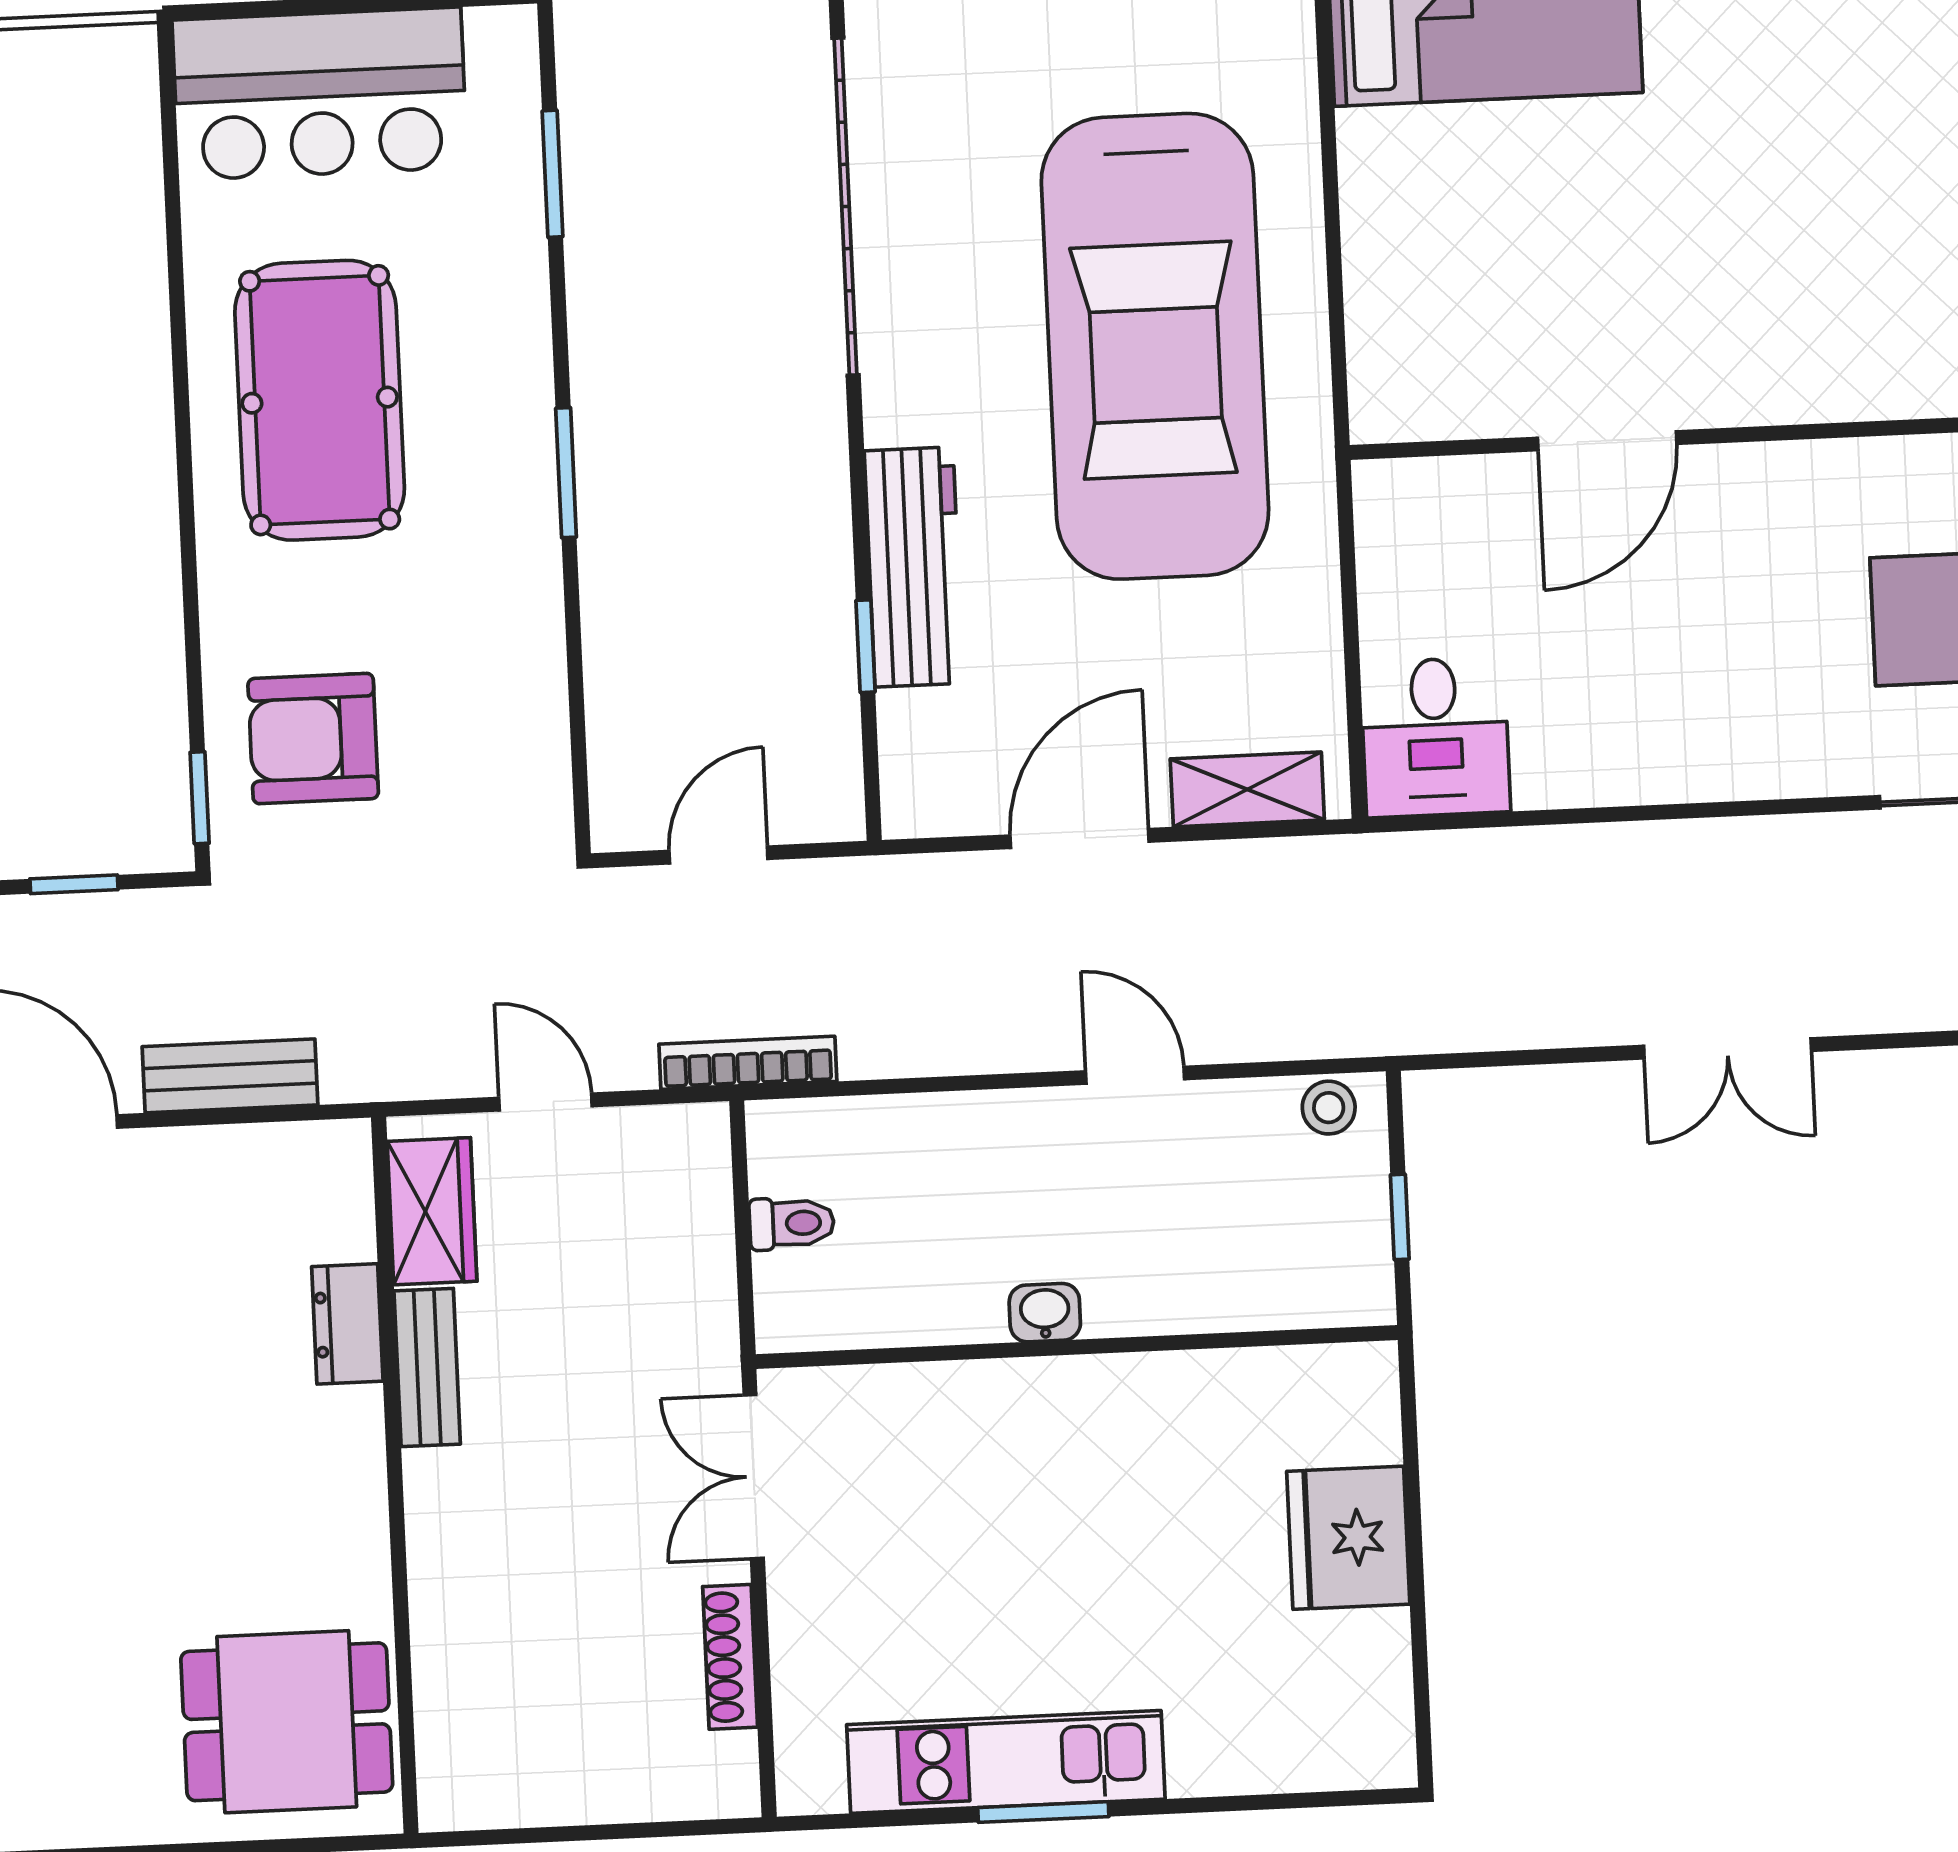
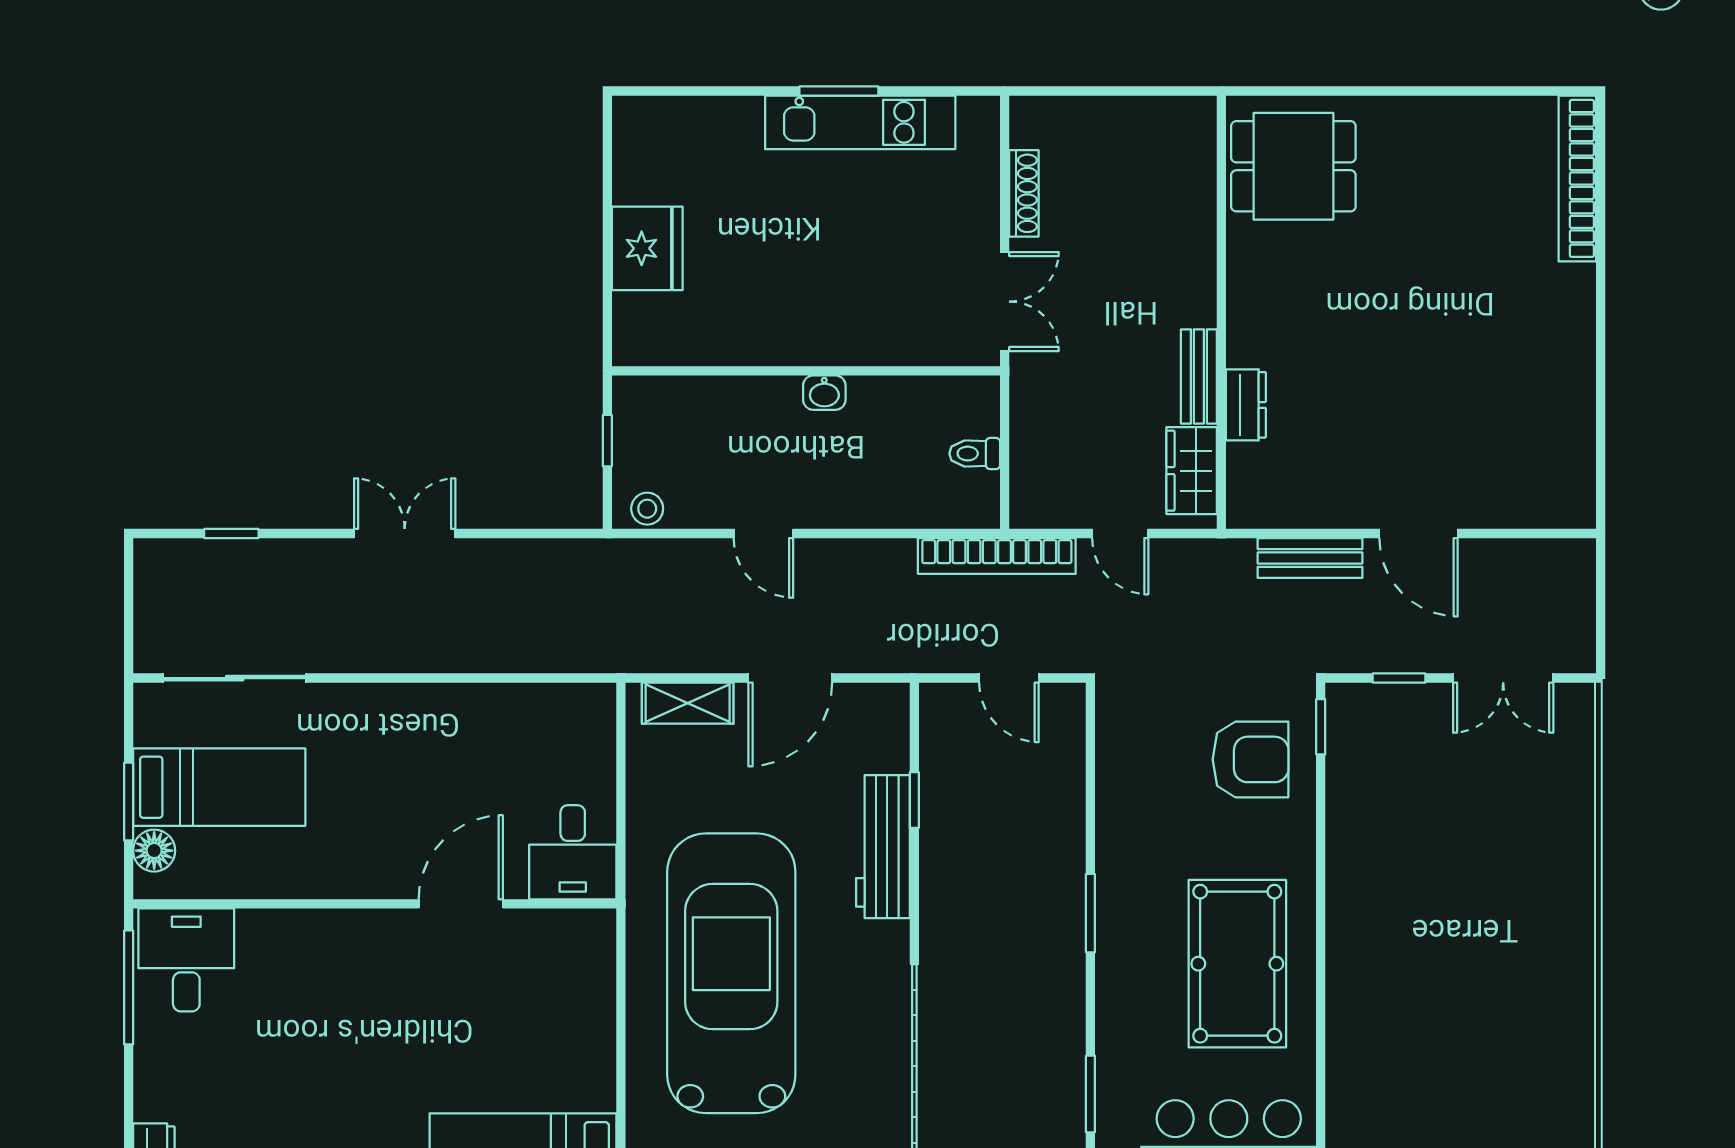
desk: (1435, 737) -> (573, 852), moved, turned 180
door: (718, 855) -> (1009, 678), hinge flipped
bookcase: (748, 1063) -> (997, 556), width x1.48, depth x1.31

